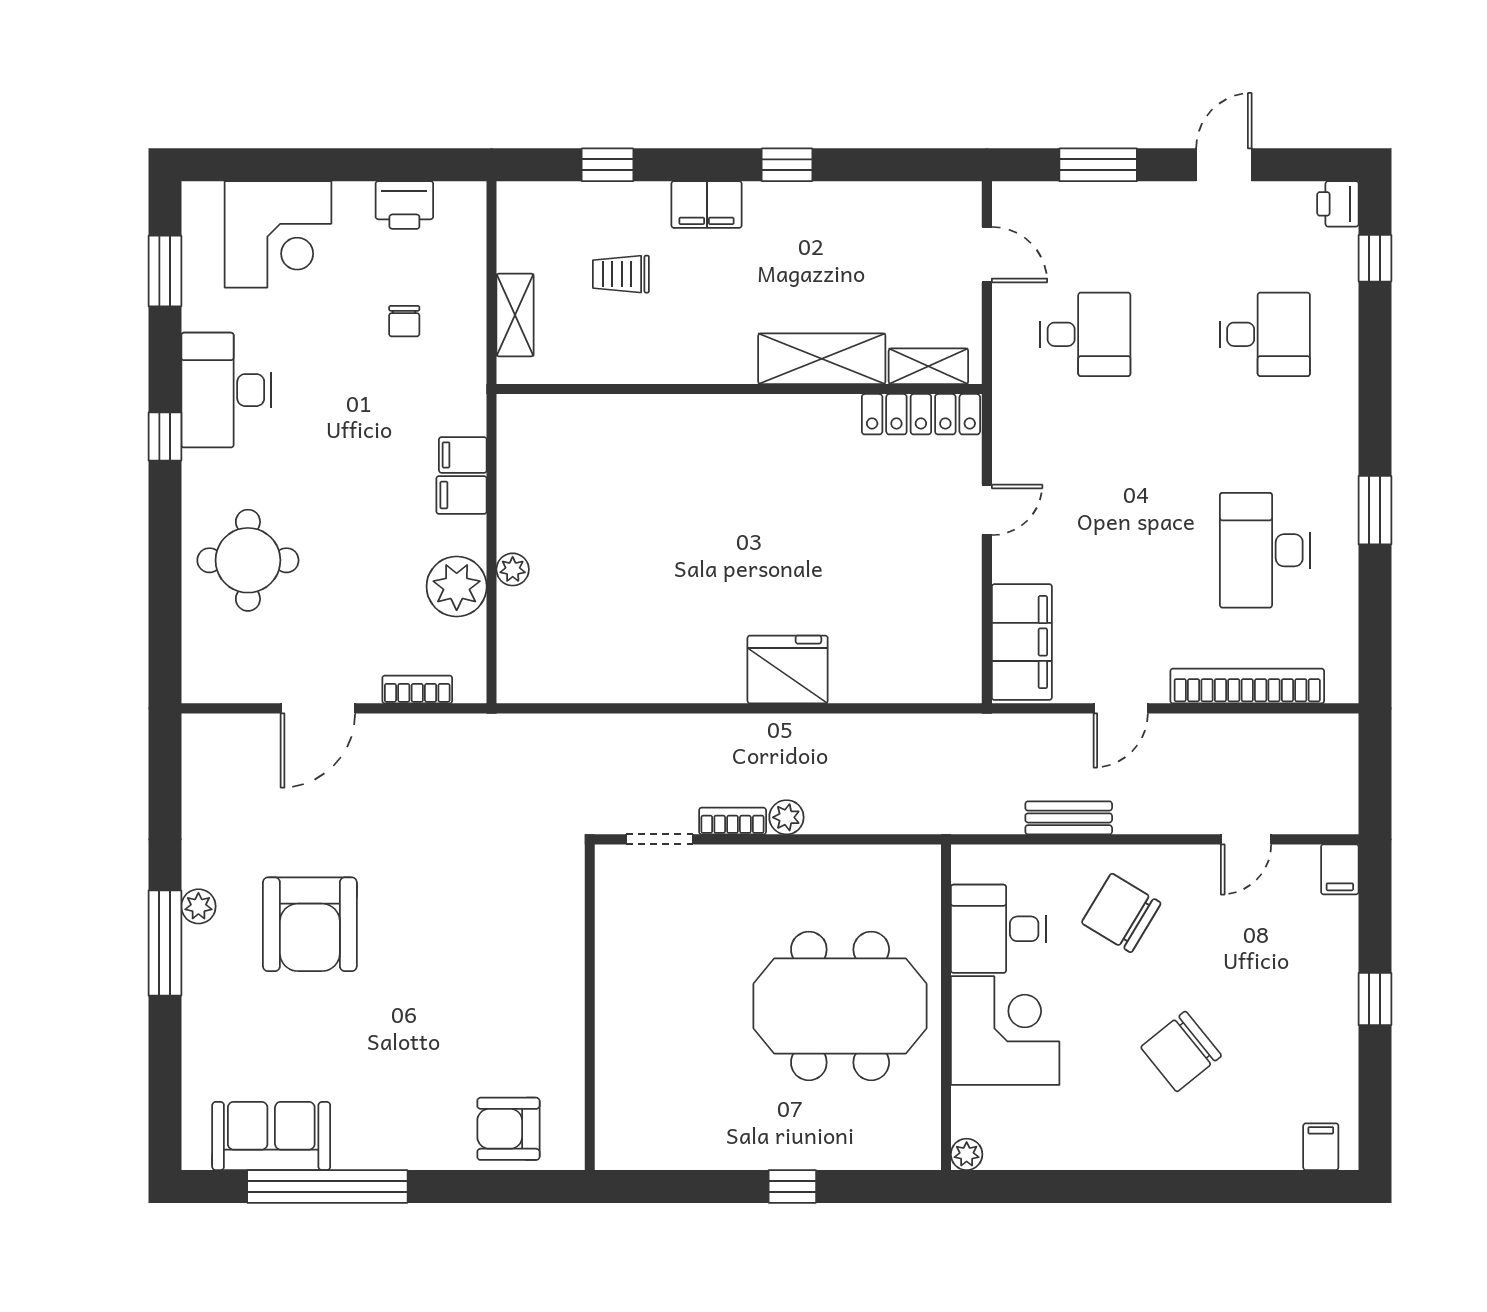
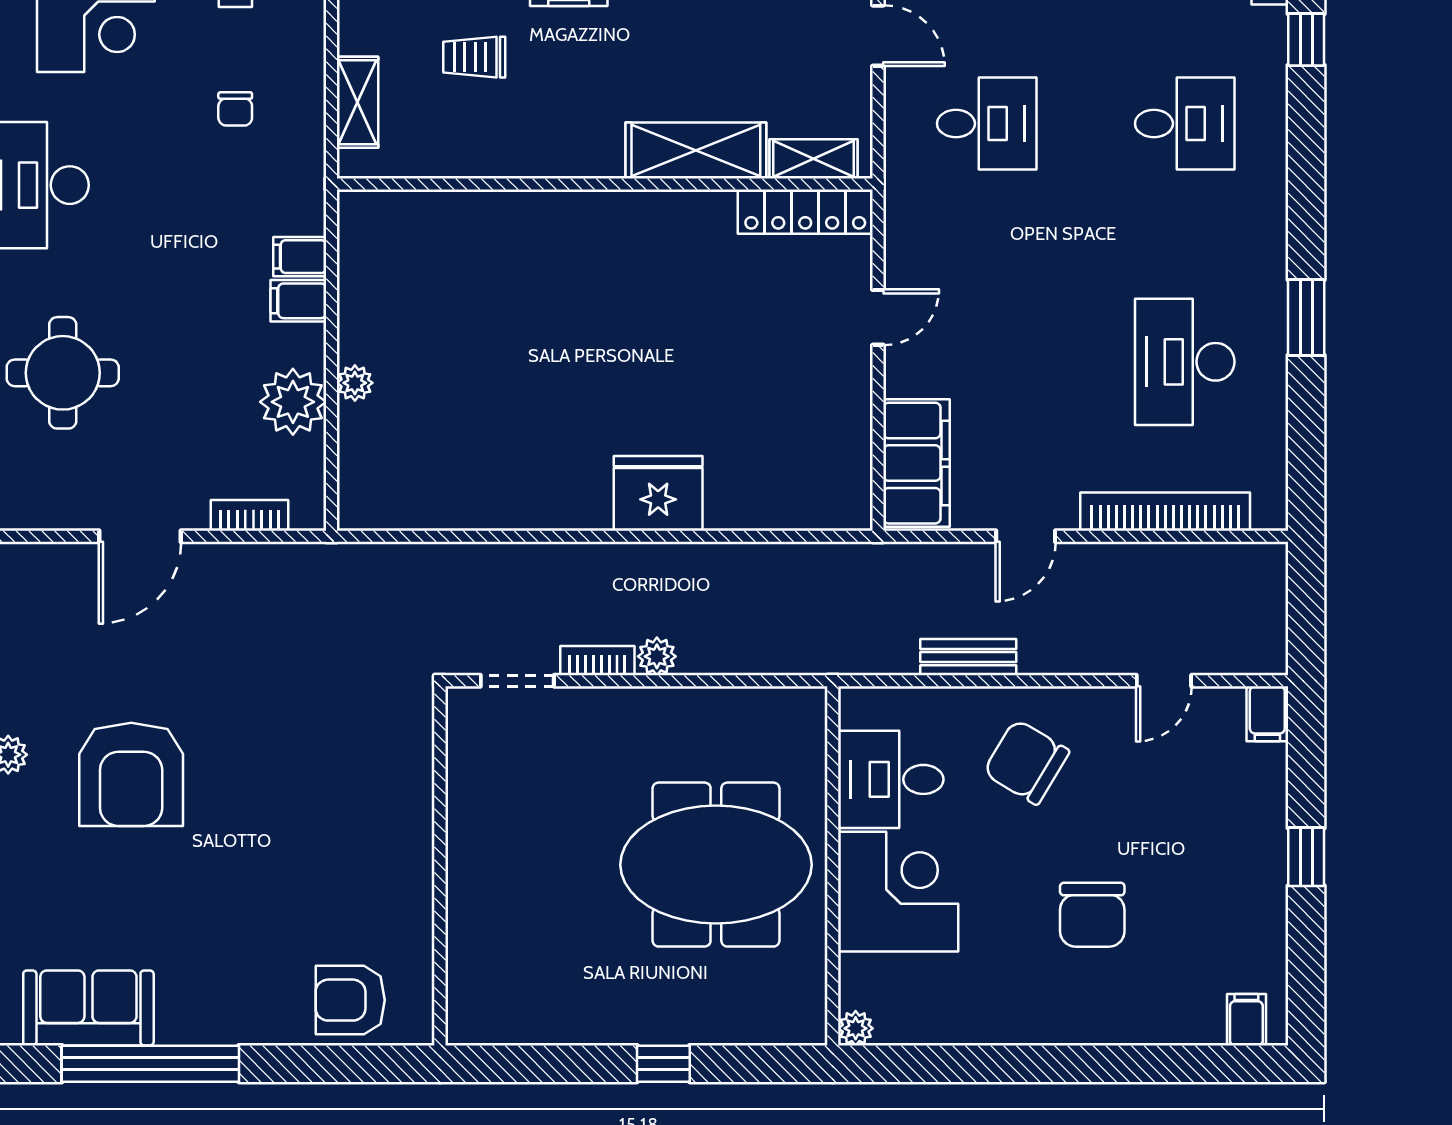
chair: (1181, 1051) -> (1092, 915), turned -51

